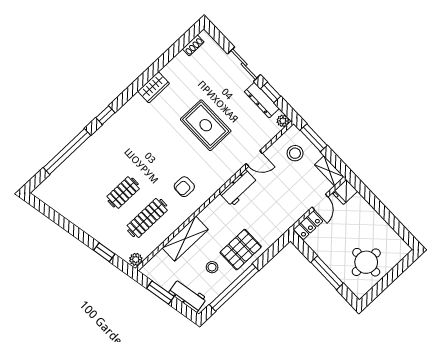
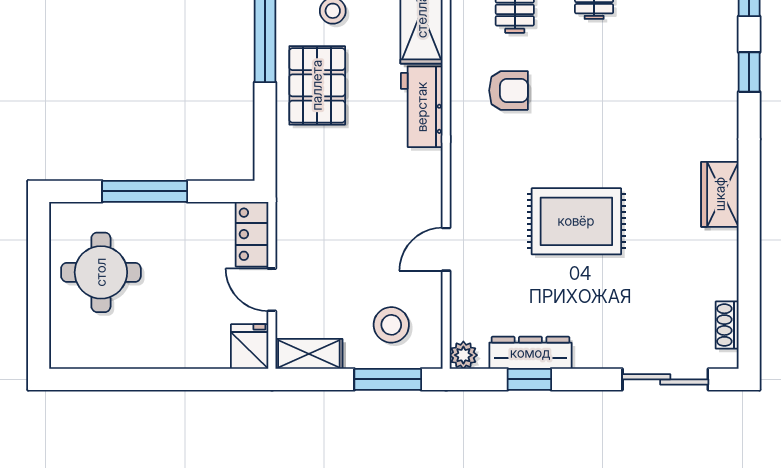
sliding door: (244, 64) -> (665, 379), moved
armchair: (184, 187) -> (508, 90), turned 90
workbench: (239, 188) -> (422, 107), moved

